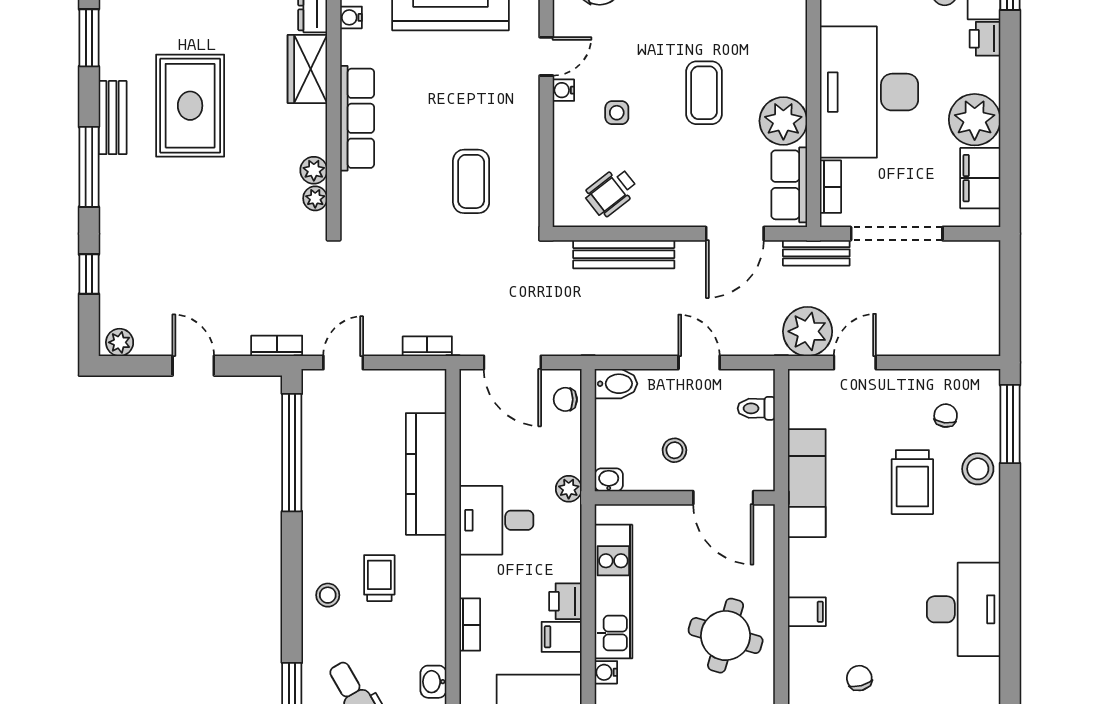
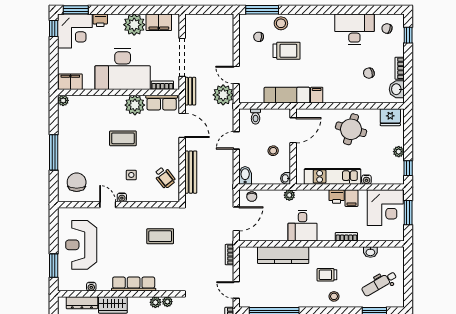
desk: (964, 609) -> (354, 29), moved
filing cabinet: (807, 612) -> (317, 95), moved

